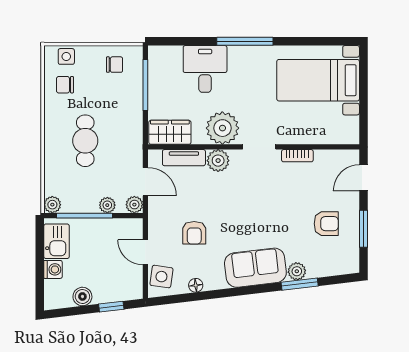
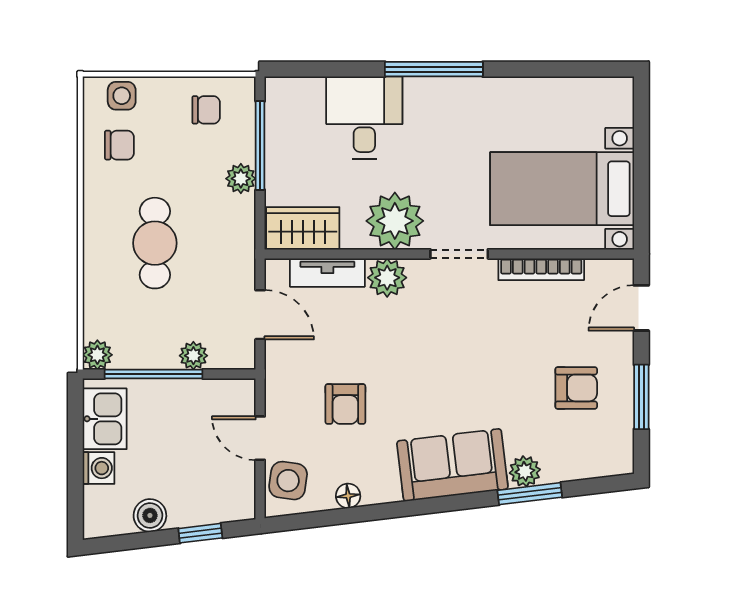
bed with nightstands: (318, 80) -> (562, 189), moved
chair: (65, 85) -> (119, 145), turned 180
bookcase: (297, 156) -> (541, 269), width x1.56
plant: (134, 205) -> (241, 179), moved

